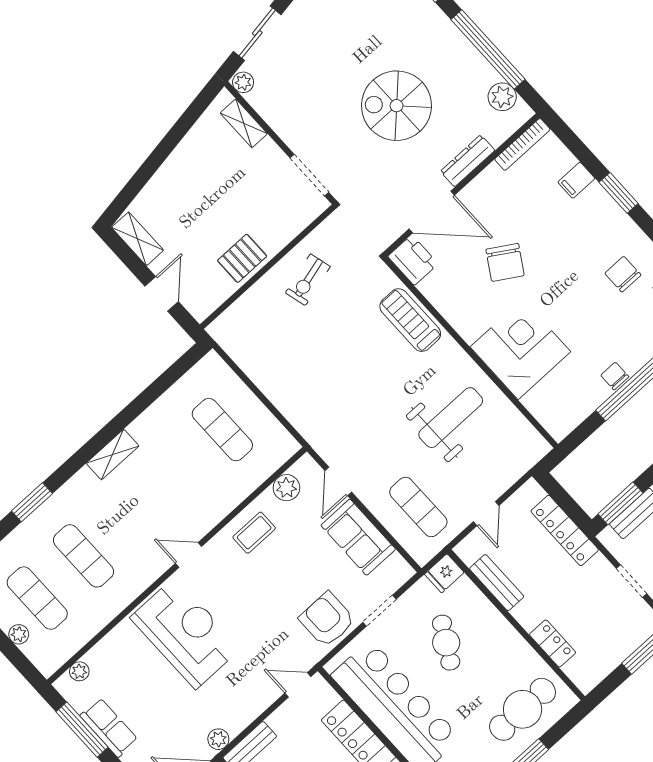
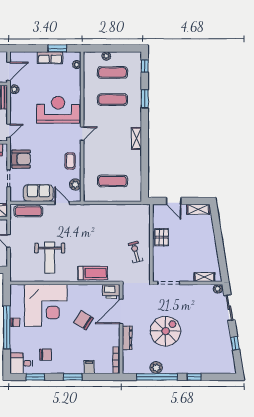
plant: (502, 97) -> (156, 368), moved
corner desk: (520, 349) -> (46, 305), width x1.36, depth x1.36
exercise mat: (418, 507) -> (28, 211), moved
reception desk: (185, 633) -> (58, 110), turned 180
window: (82, 730) -> (57, 48), width x0.69

